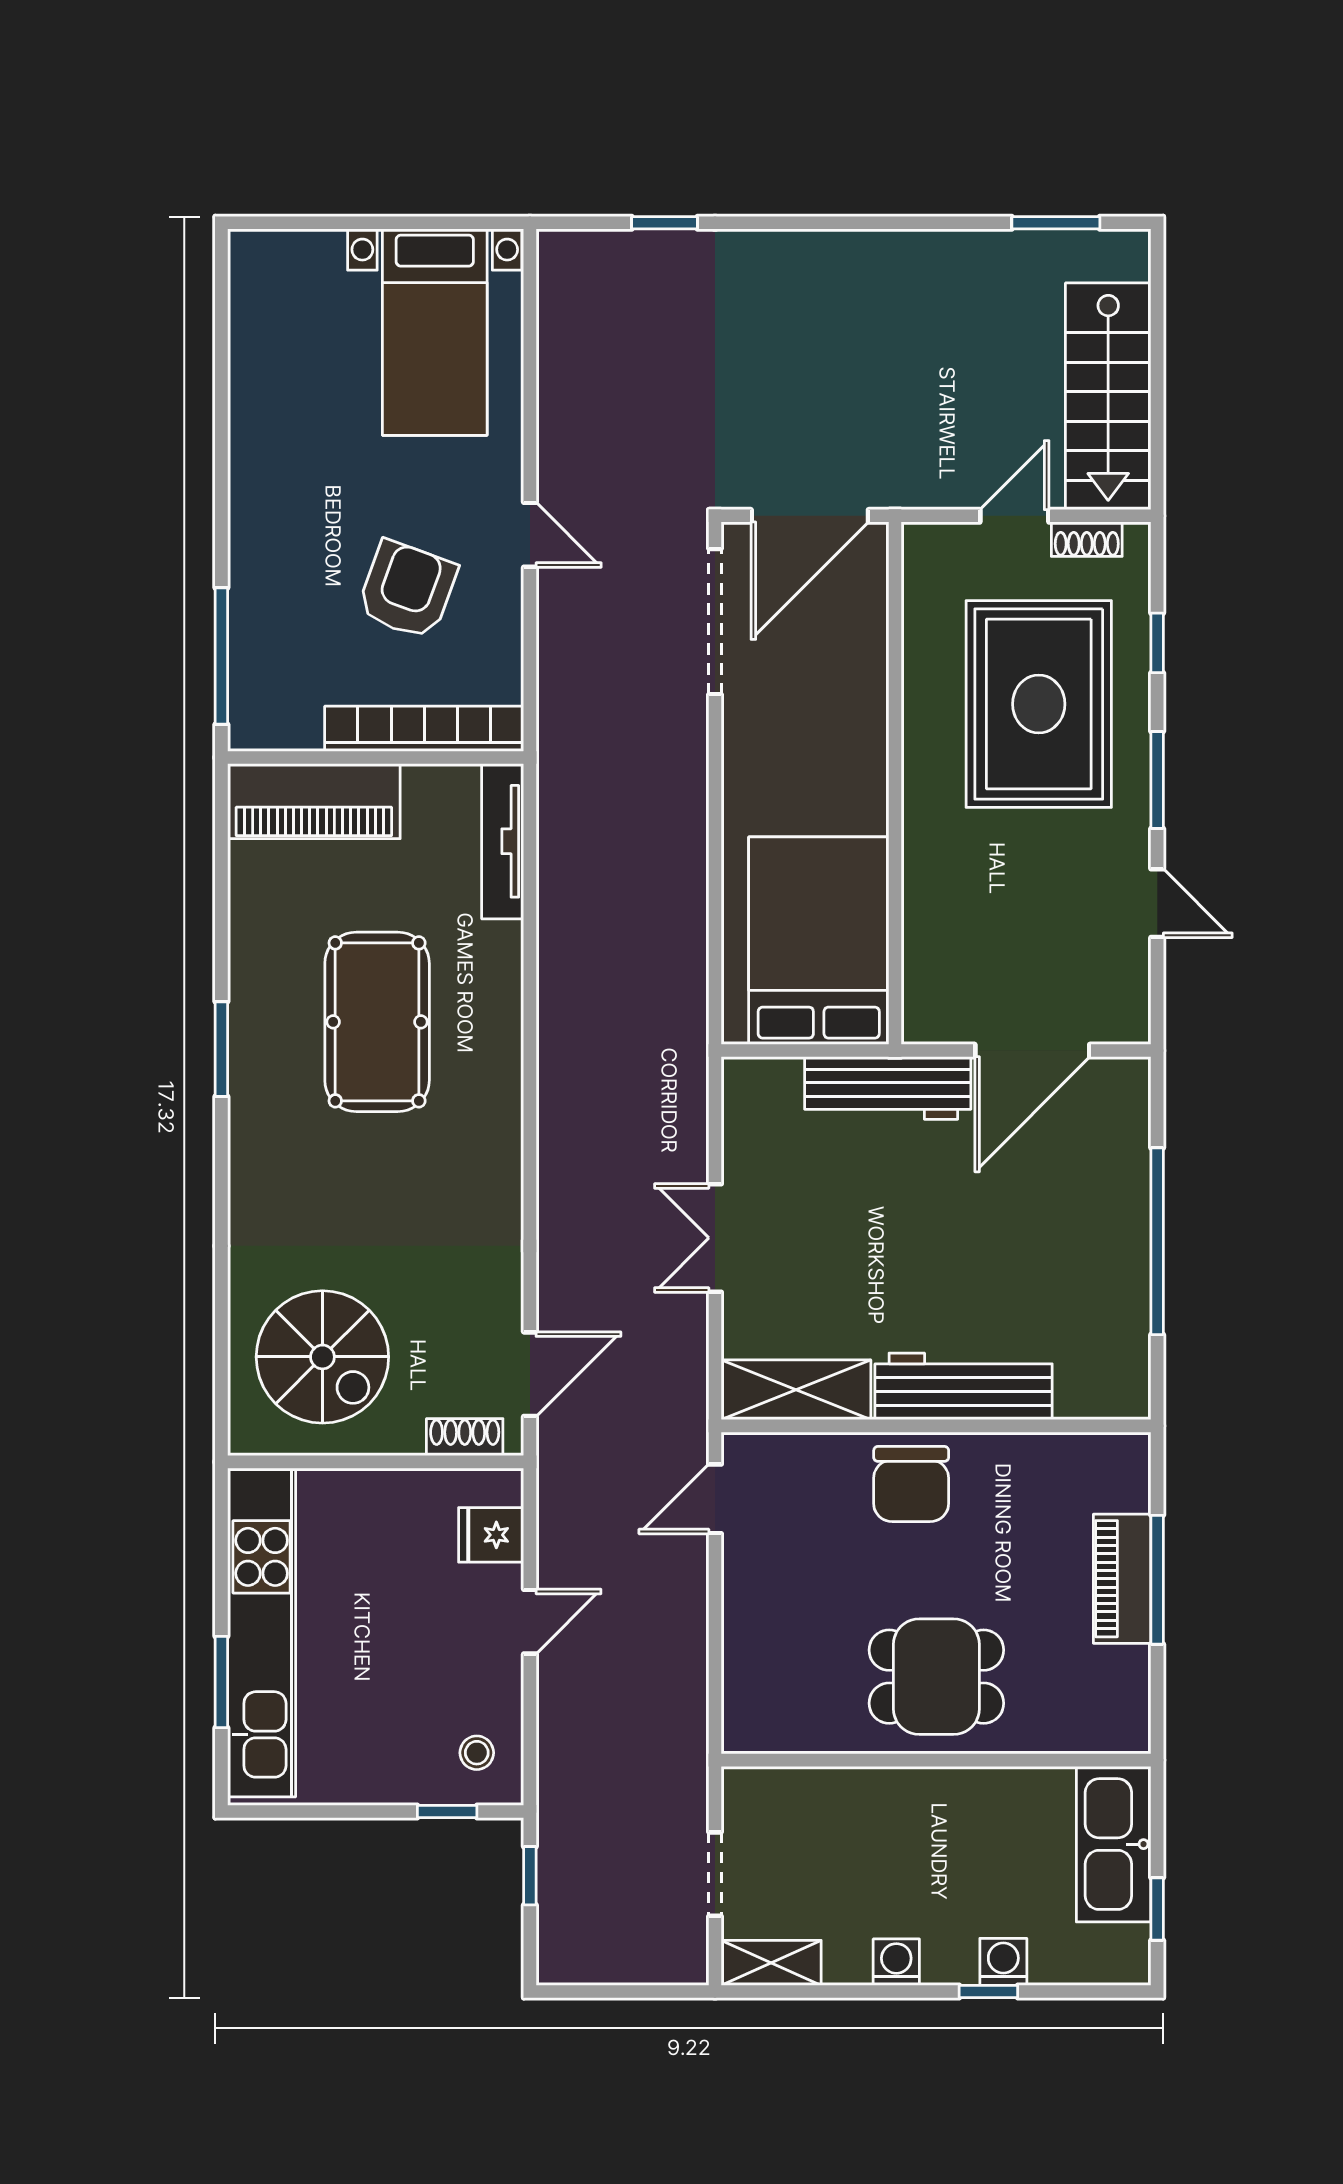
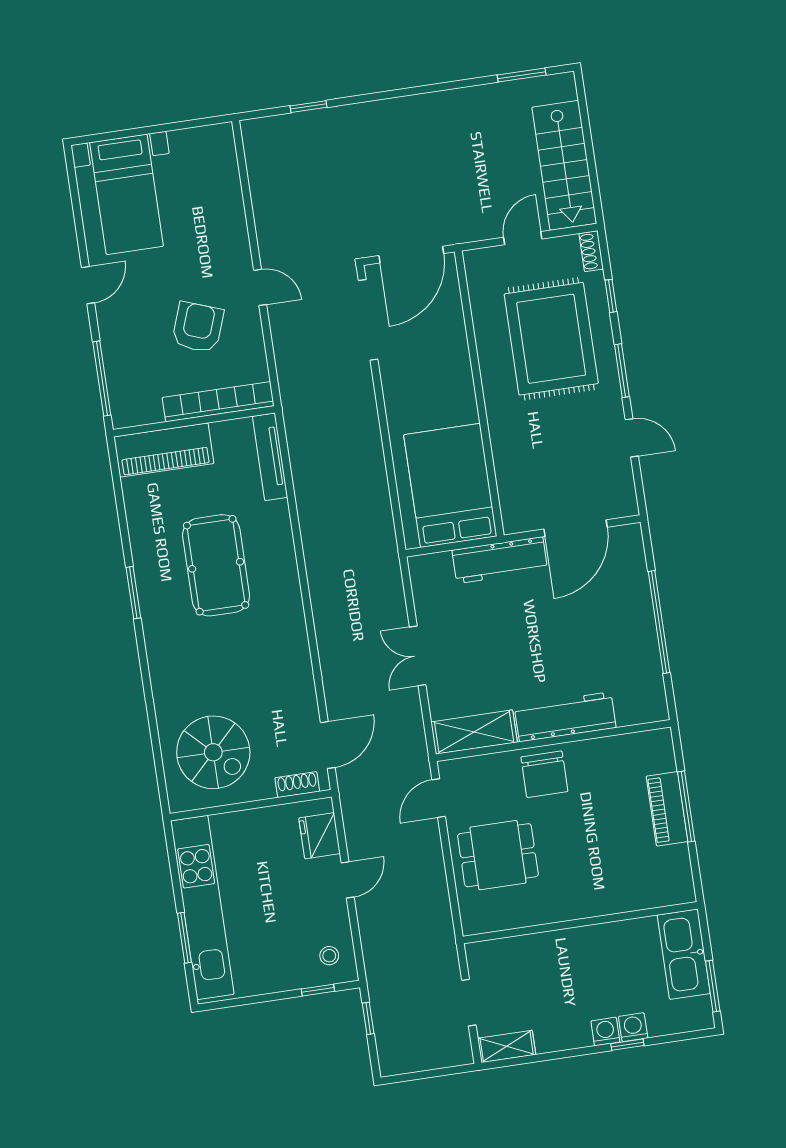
bed with nightstands: (435, 332) -> (127, 194), moved
door: (221, 485) -> (88, 285), added
shoe rack: (1087, 539) -> (591, 251), moved, turned 90
fridge: (491, 1535) -> (320, 836), width x1.38
dining table: (936, 1677) -> (498, 855), moved
window: (1157, 1909) -> (713, 986), width x1.50
washing machine: (896, 1962) -> (605, 1031), moved

